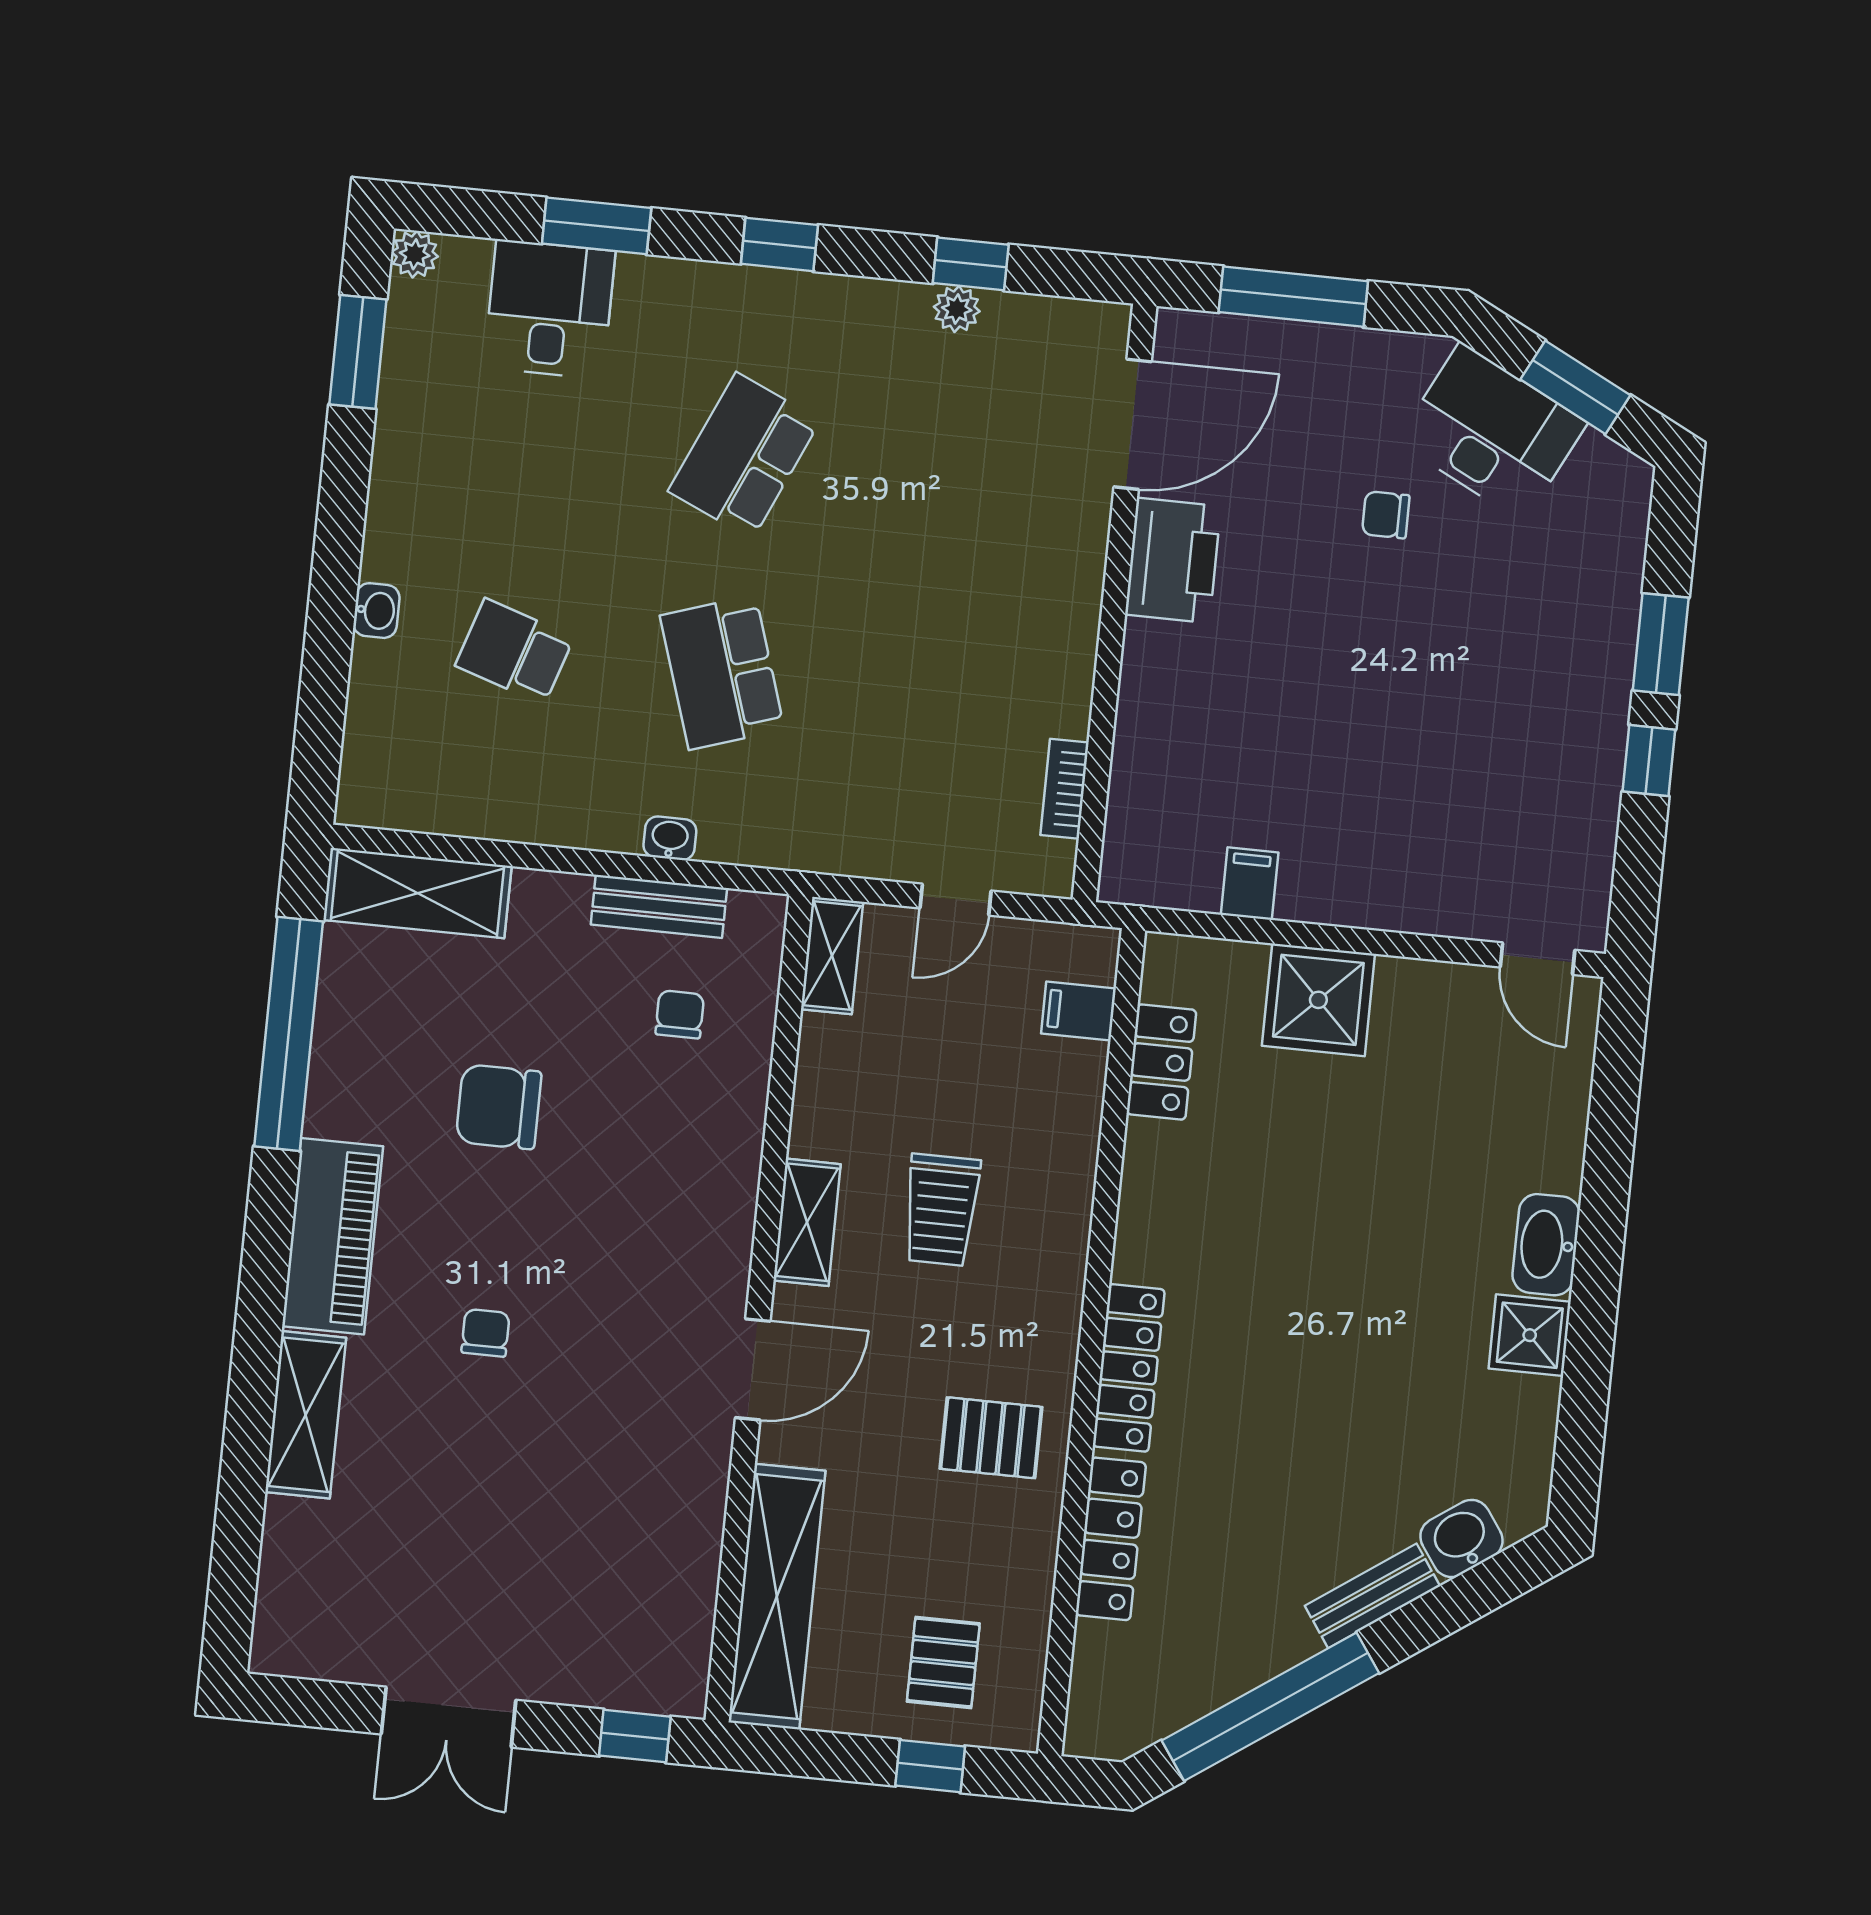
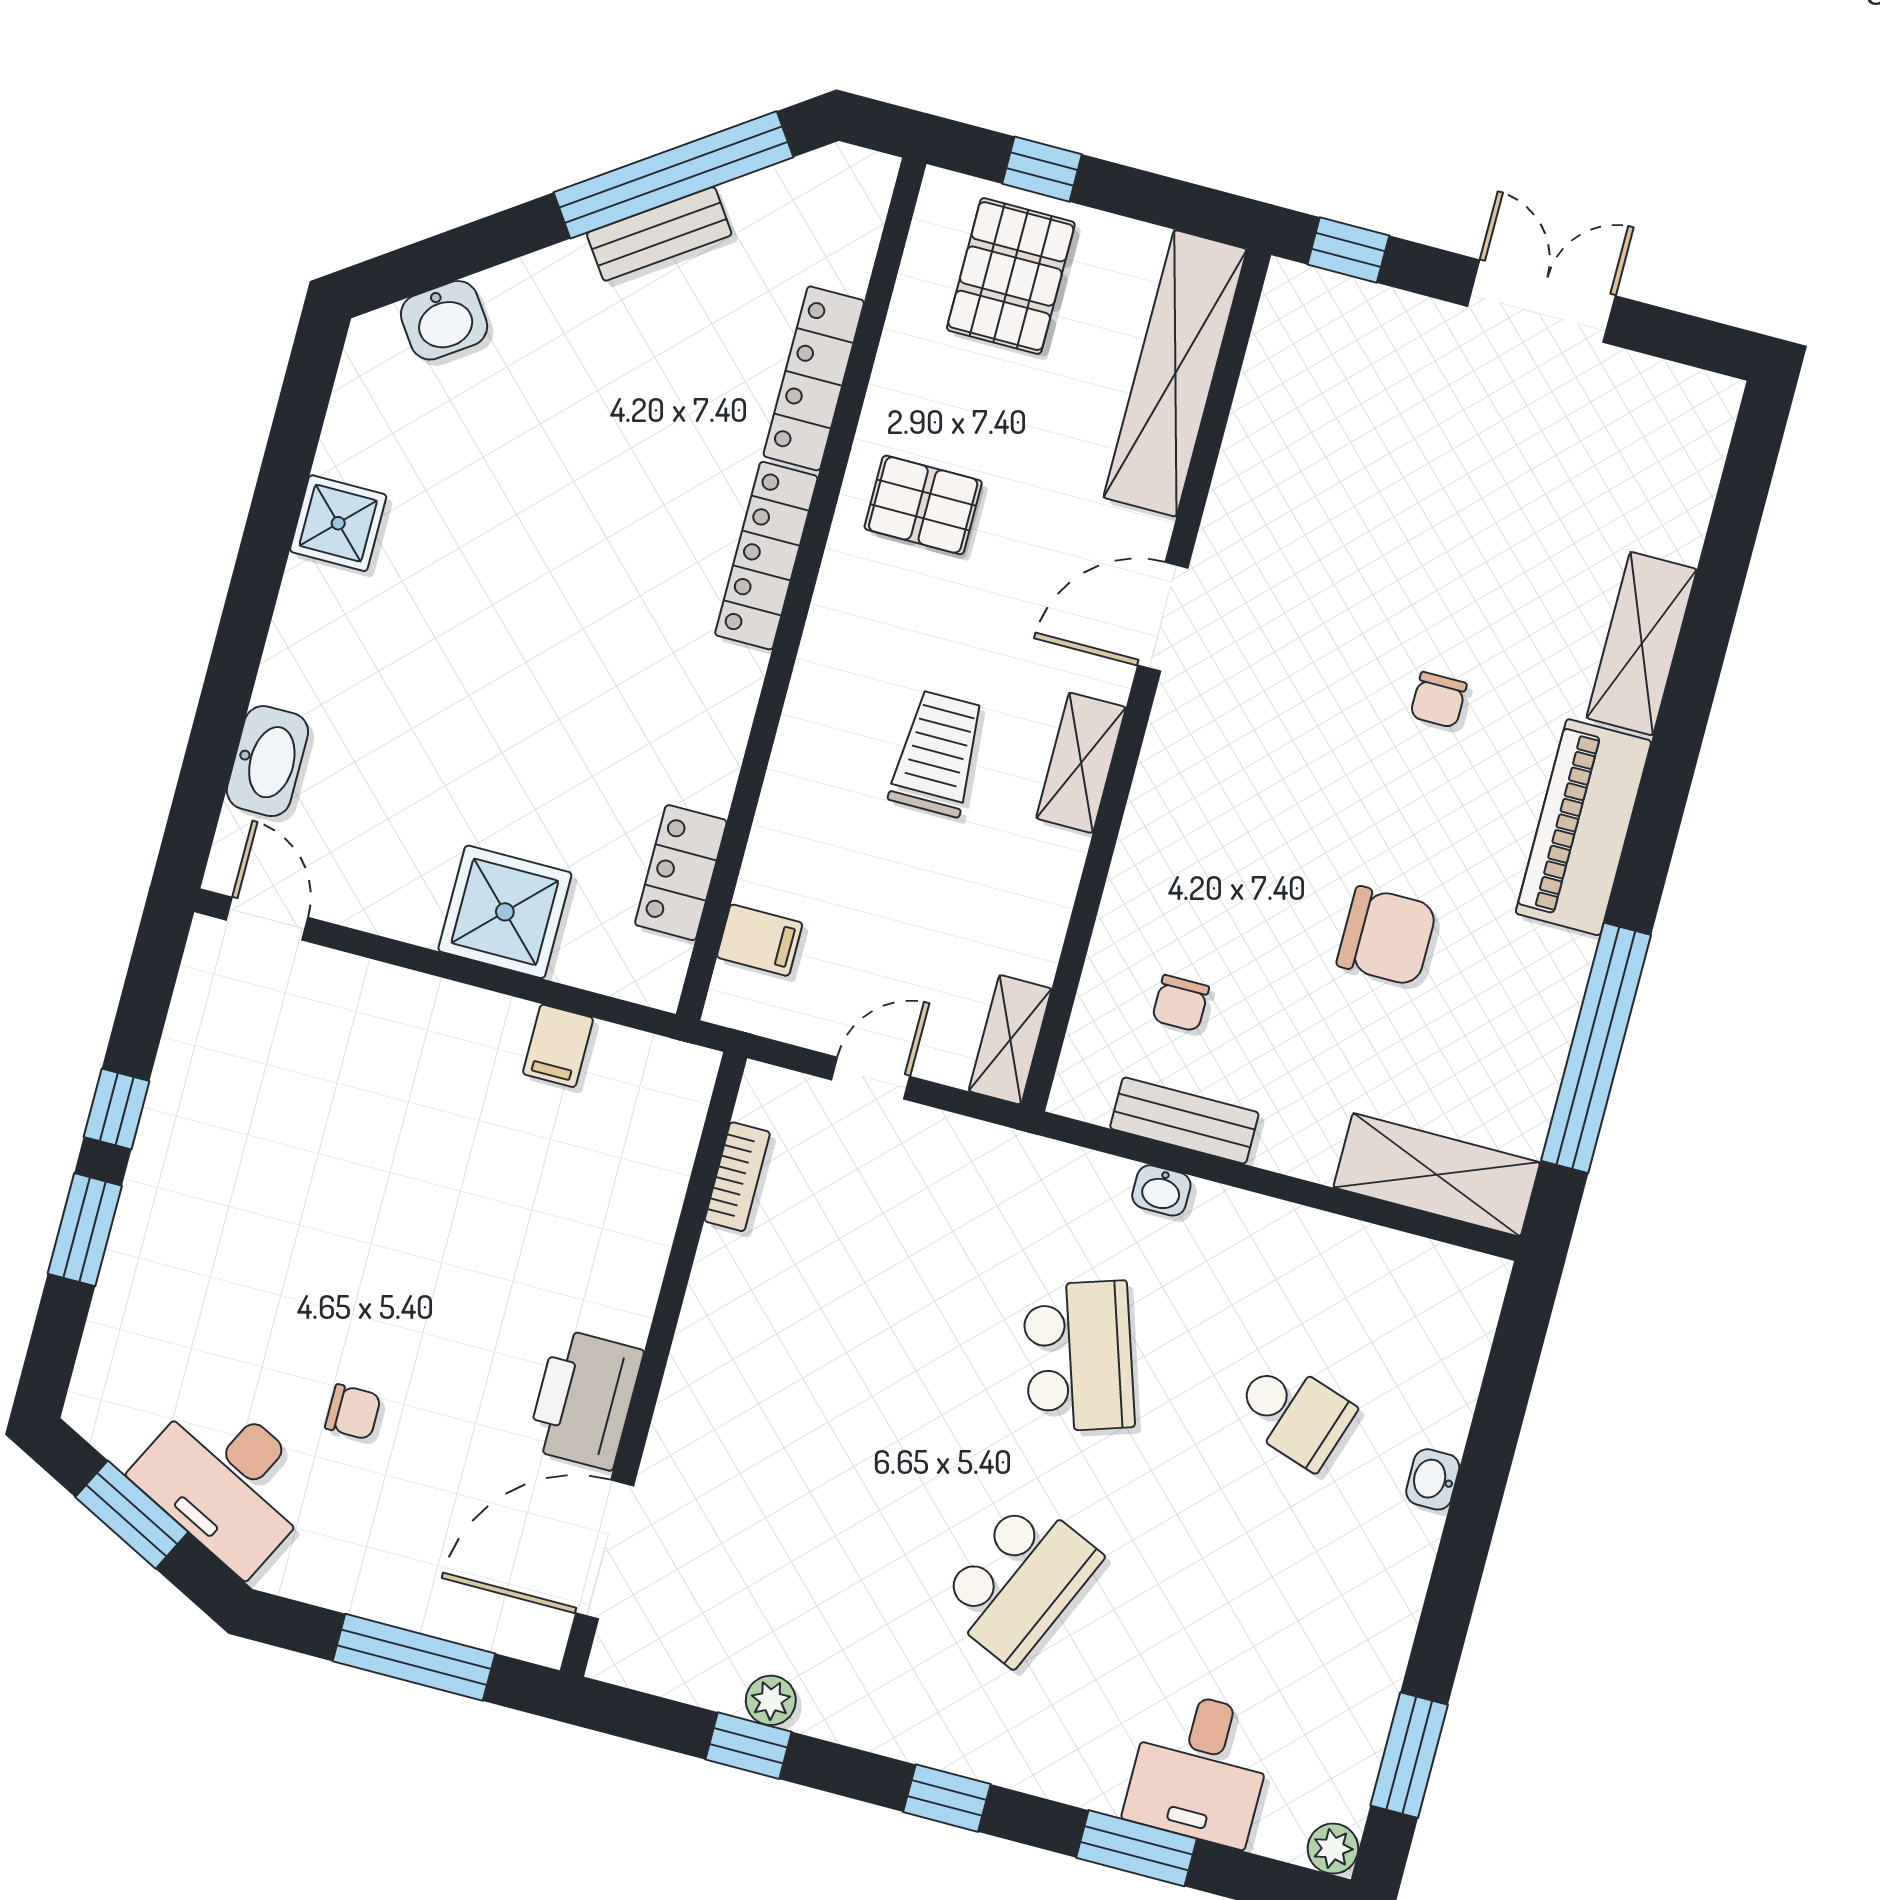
washbasin: (1546, 1245) -> (267, 761), moved
bench: (1372, 1596) -> (659, 234), moved
pallet: (943, 1662) -> (1011, 276), width x1.50, depth x1.42

